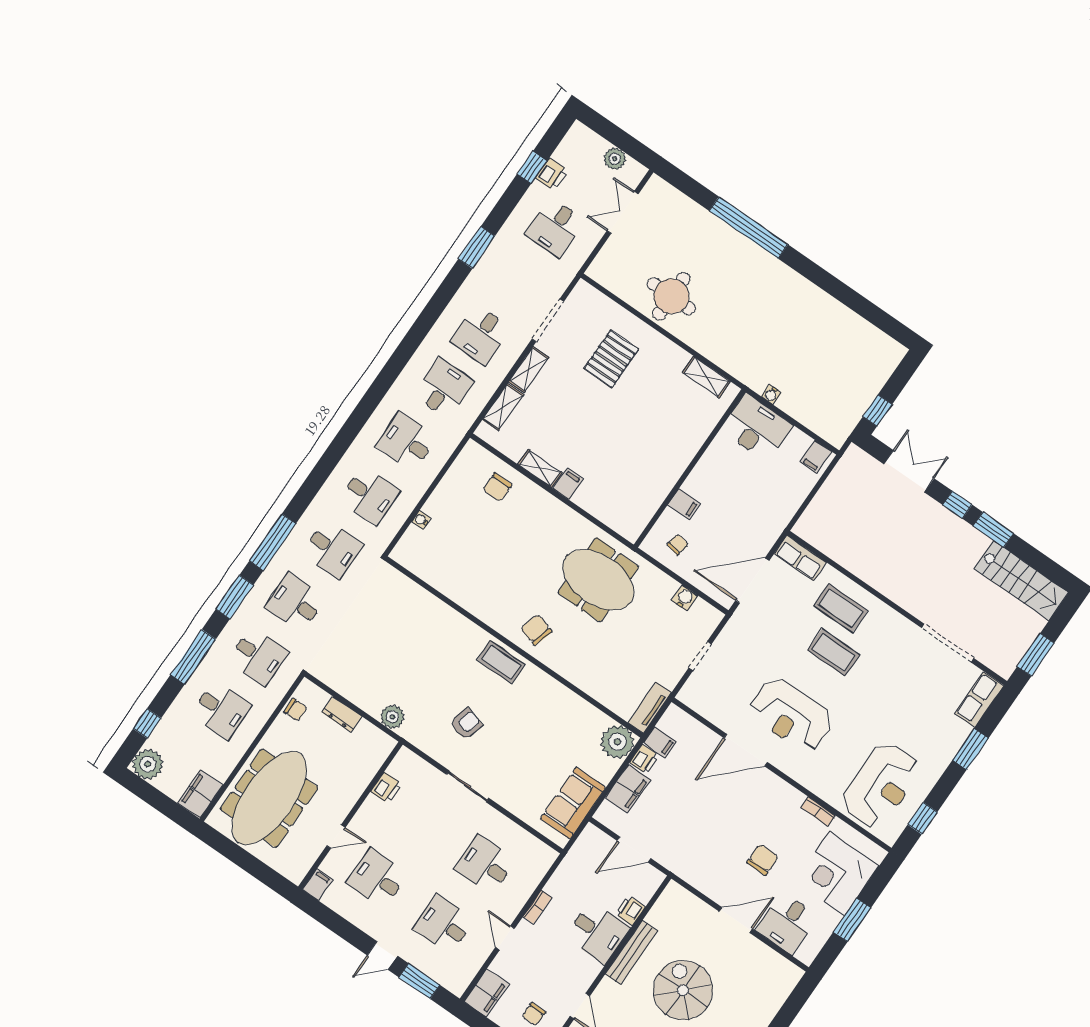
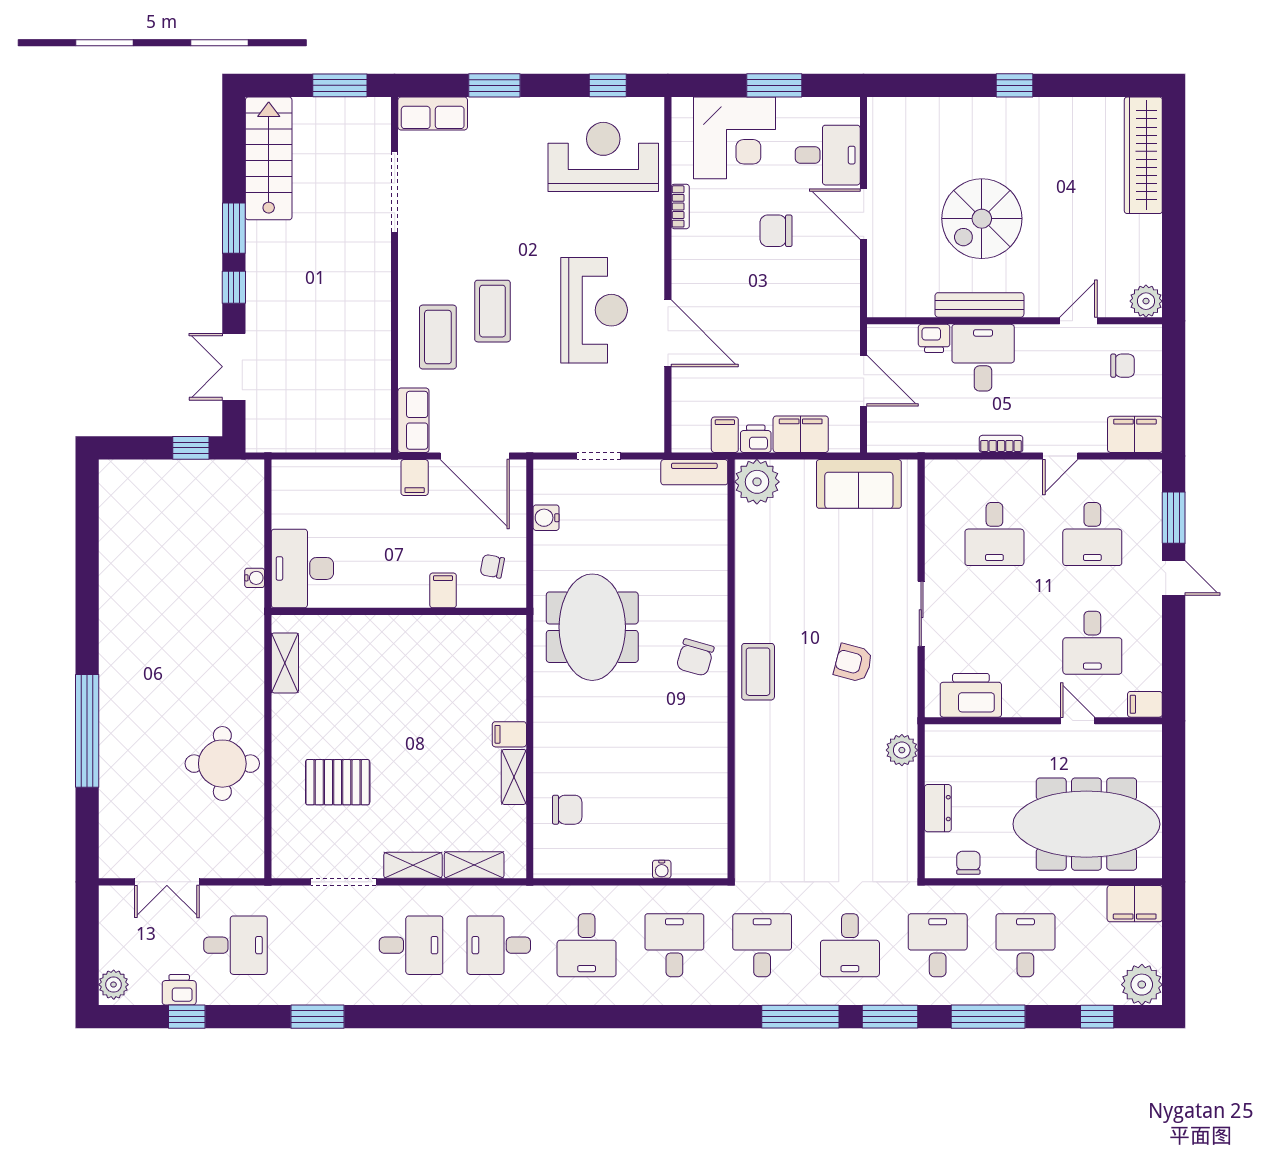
plant: (615, 159) -> (114, 985), moved
filing cabinet: (816, 457) -> (415, 478), moved, turned 90
printer: (386, 788) -> (971, 695), width x1.87, depth x1.48

